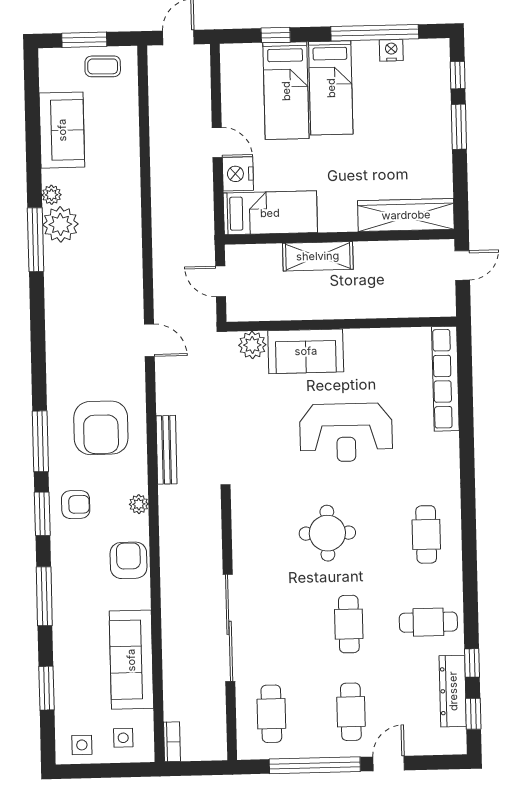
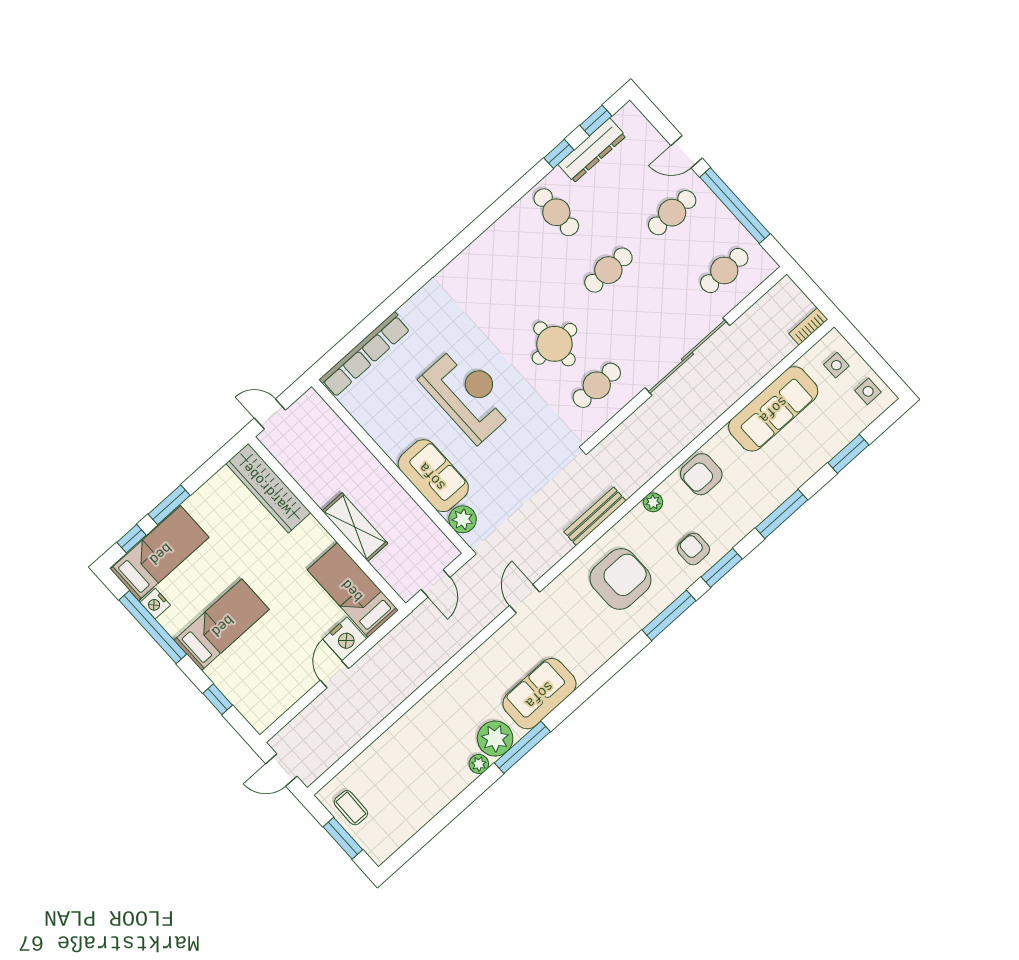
bed: (286, 91) -> (160, 553), moved
sofa: (62, 130) -> (539, 694), moved
cafe table: (426, 534) -> (597, 385), moved

